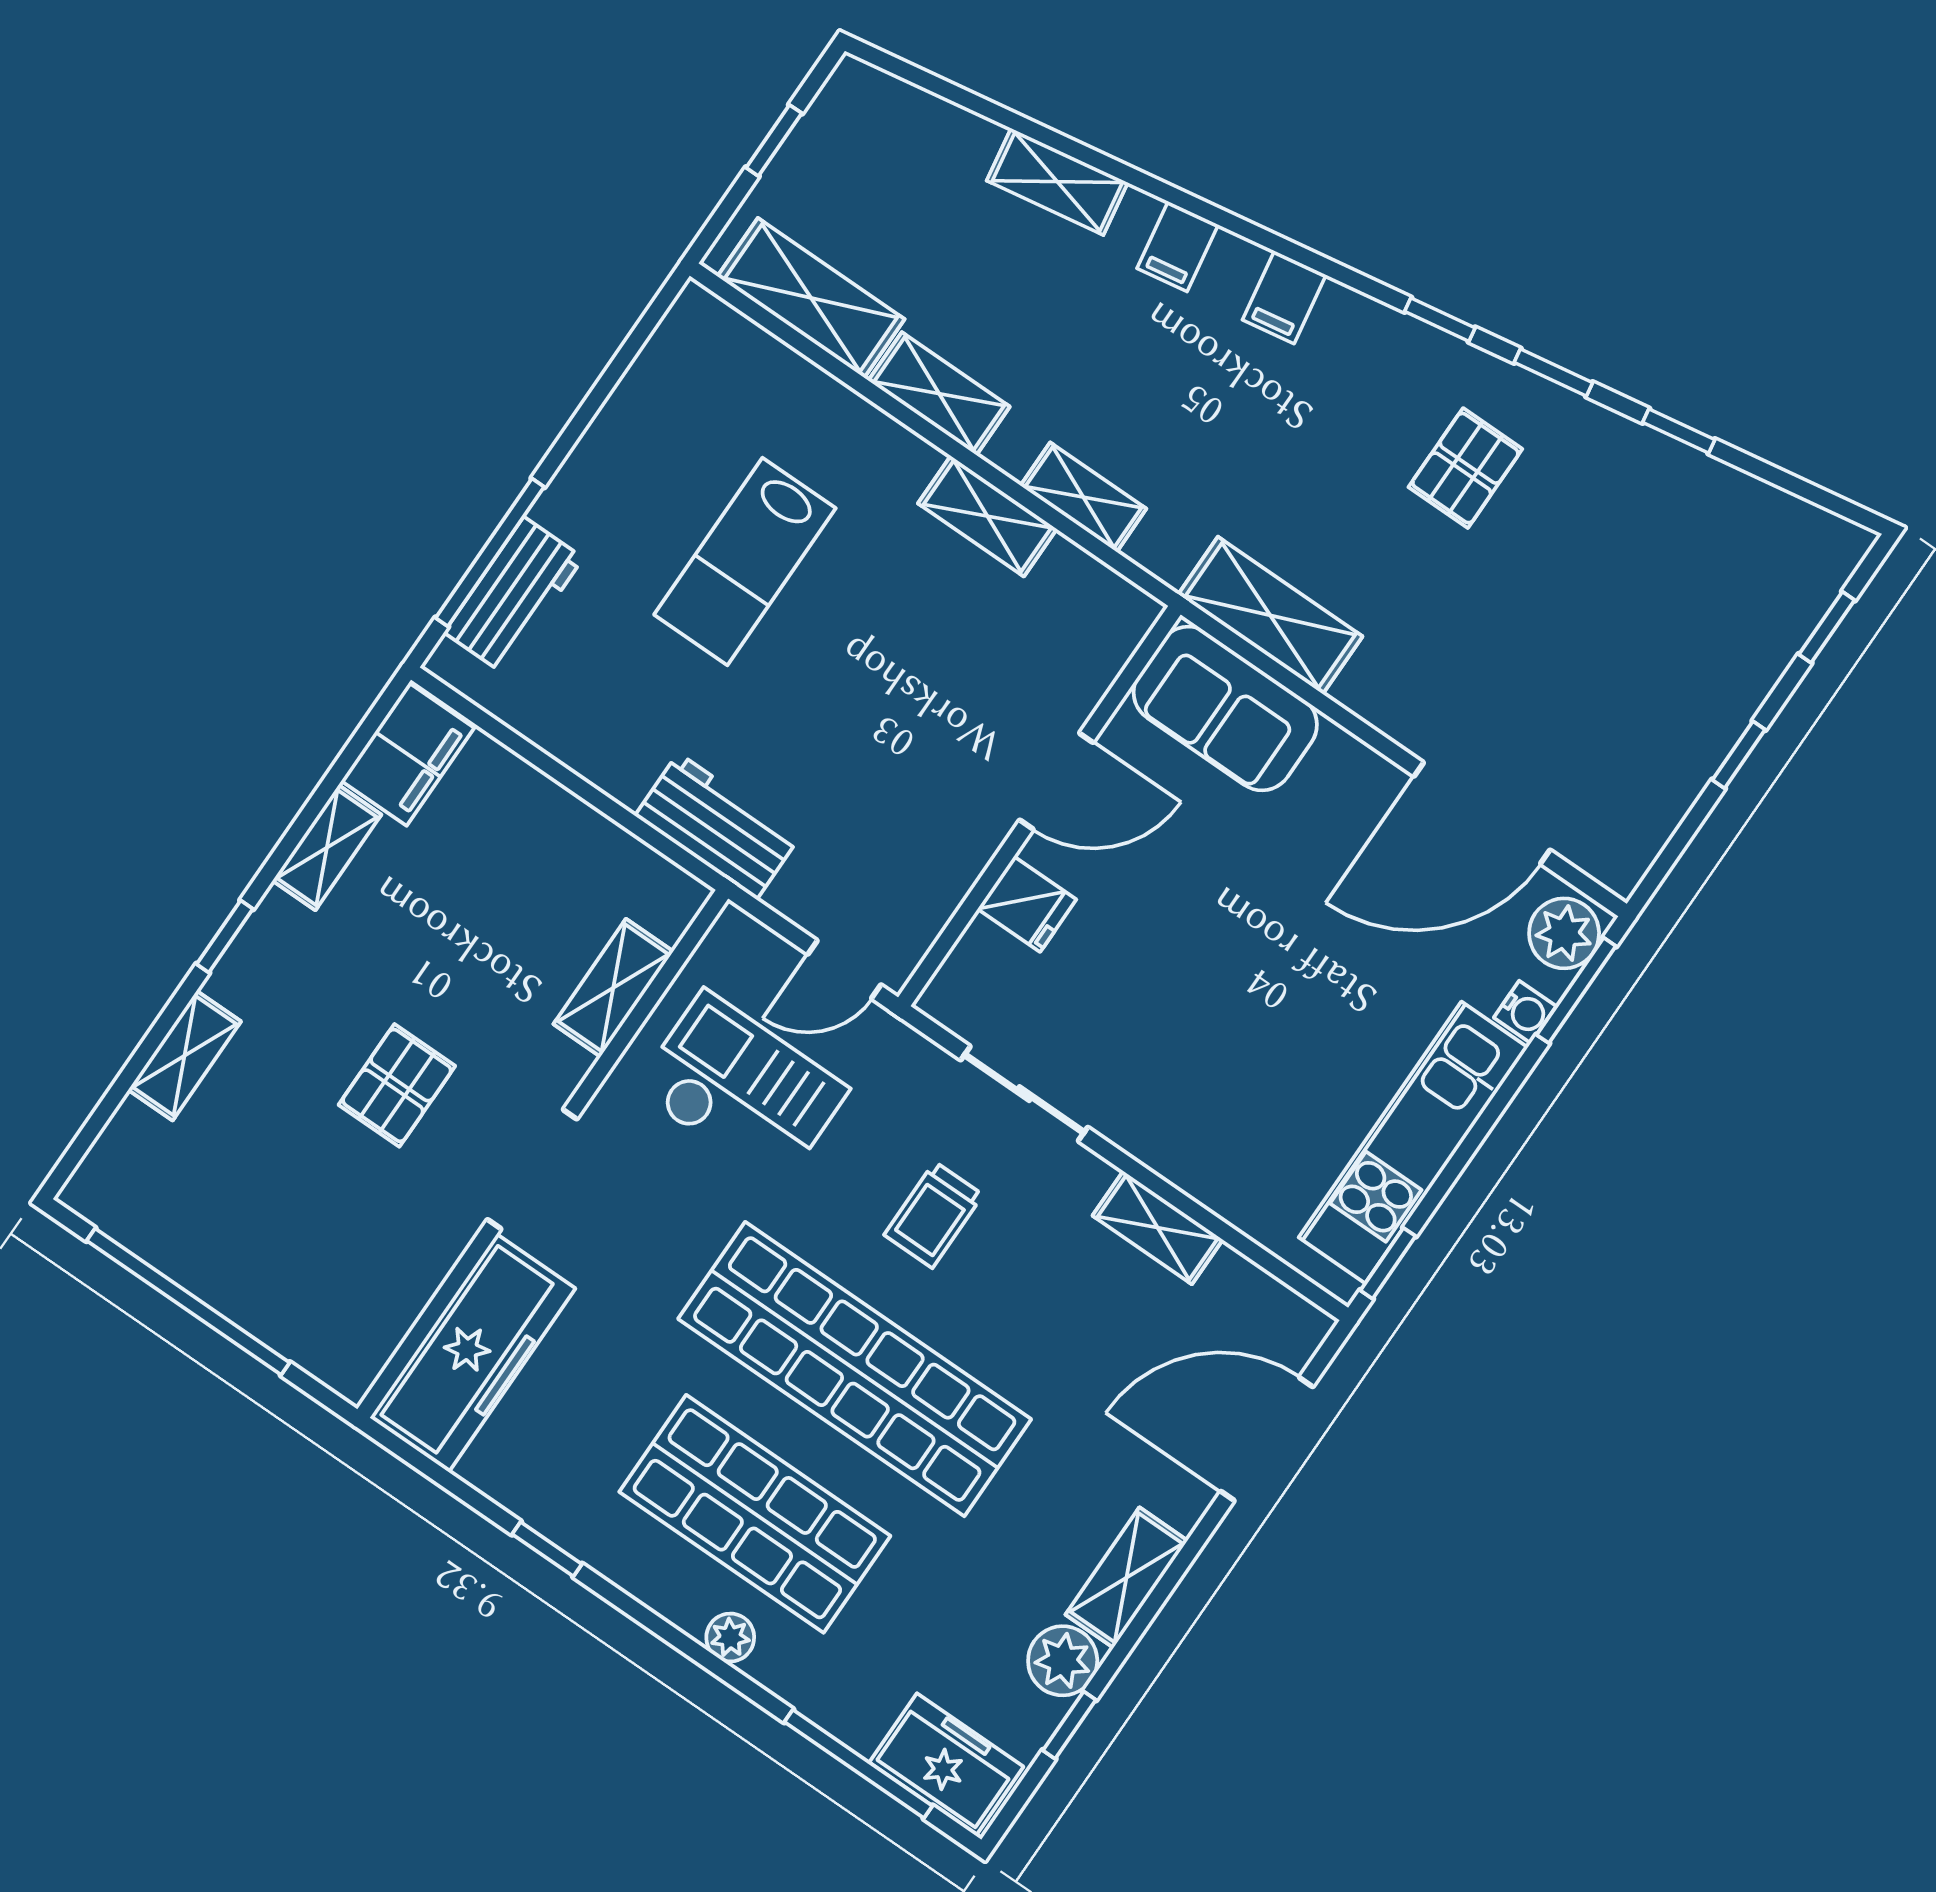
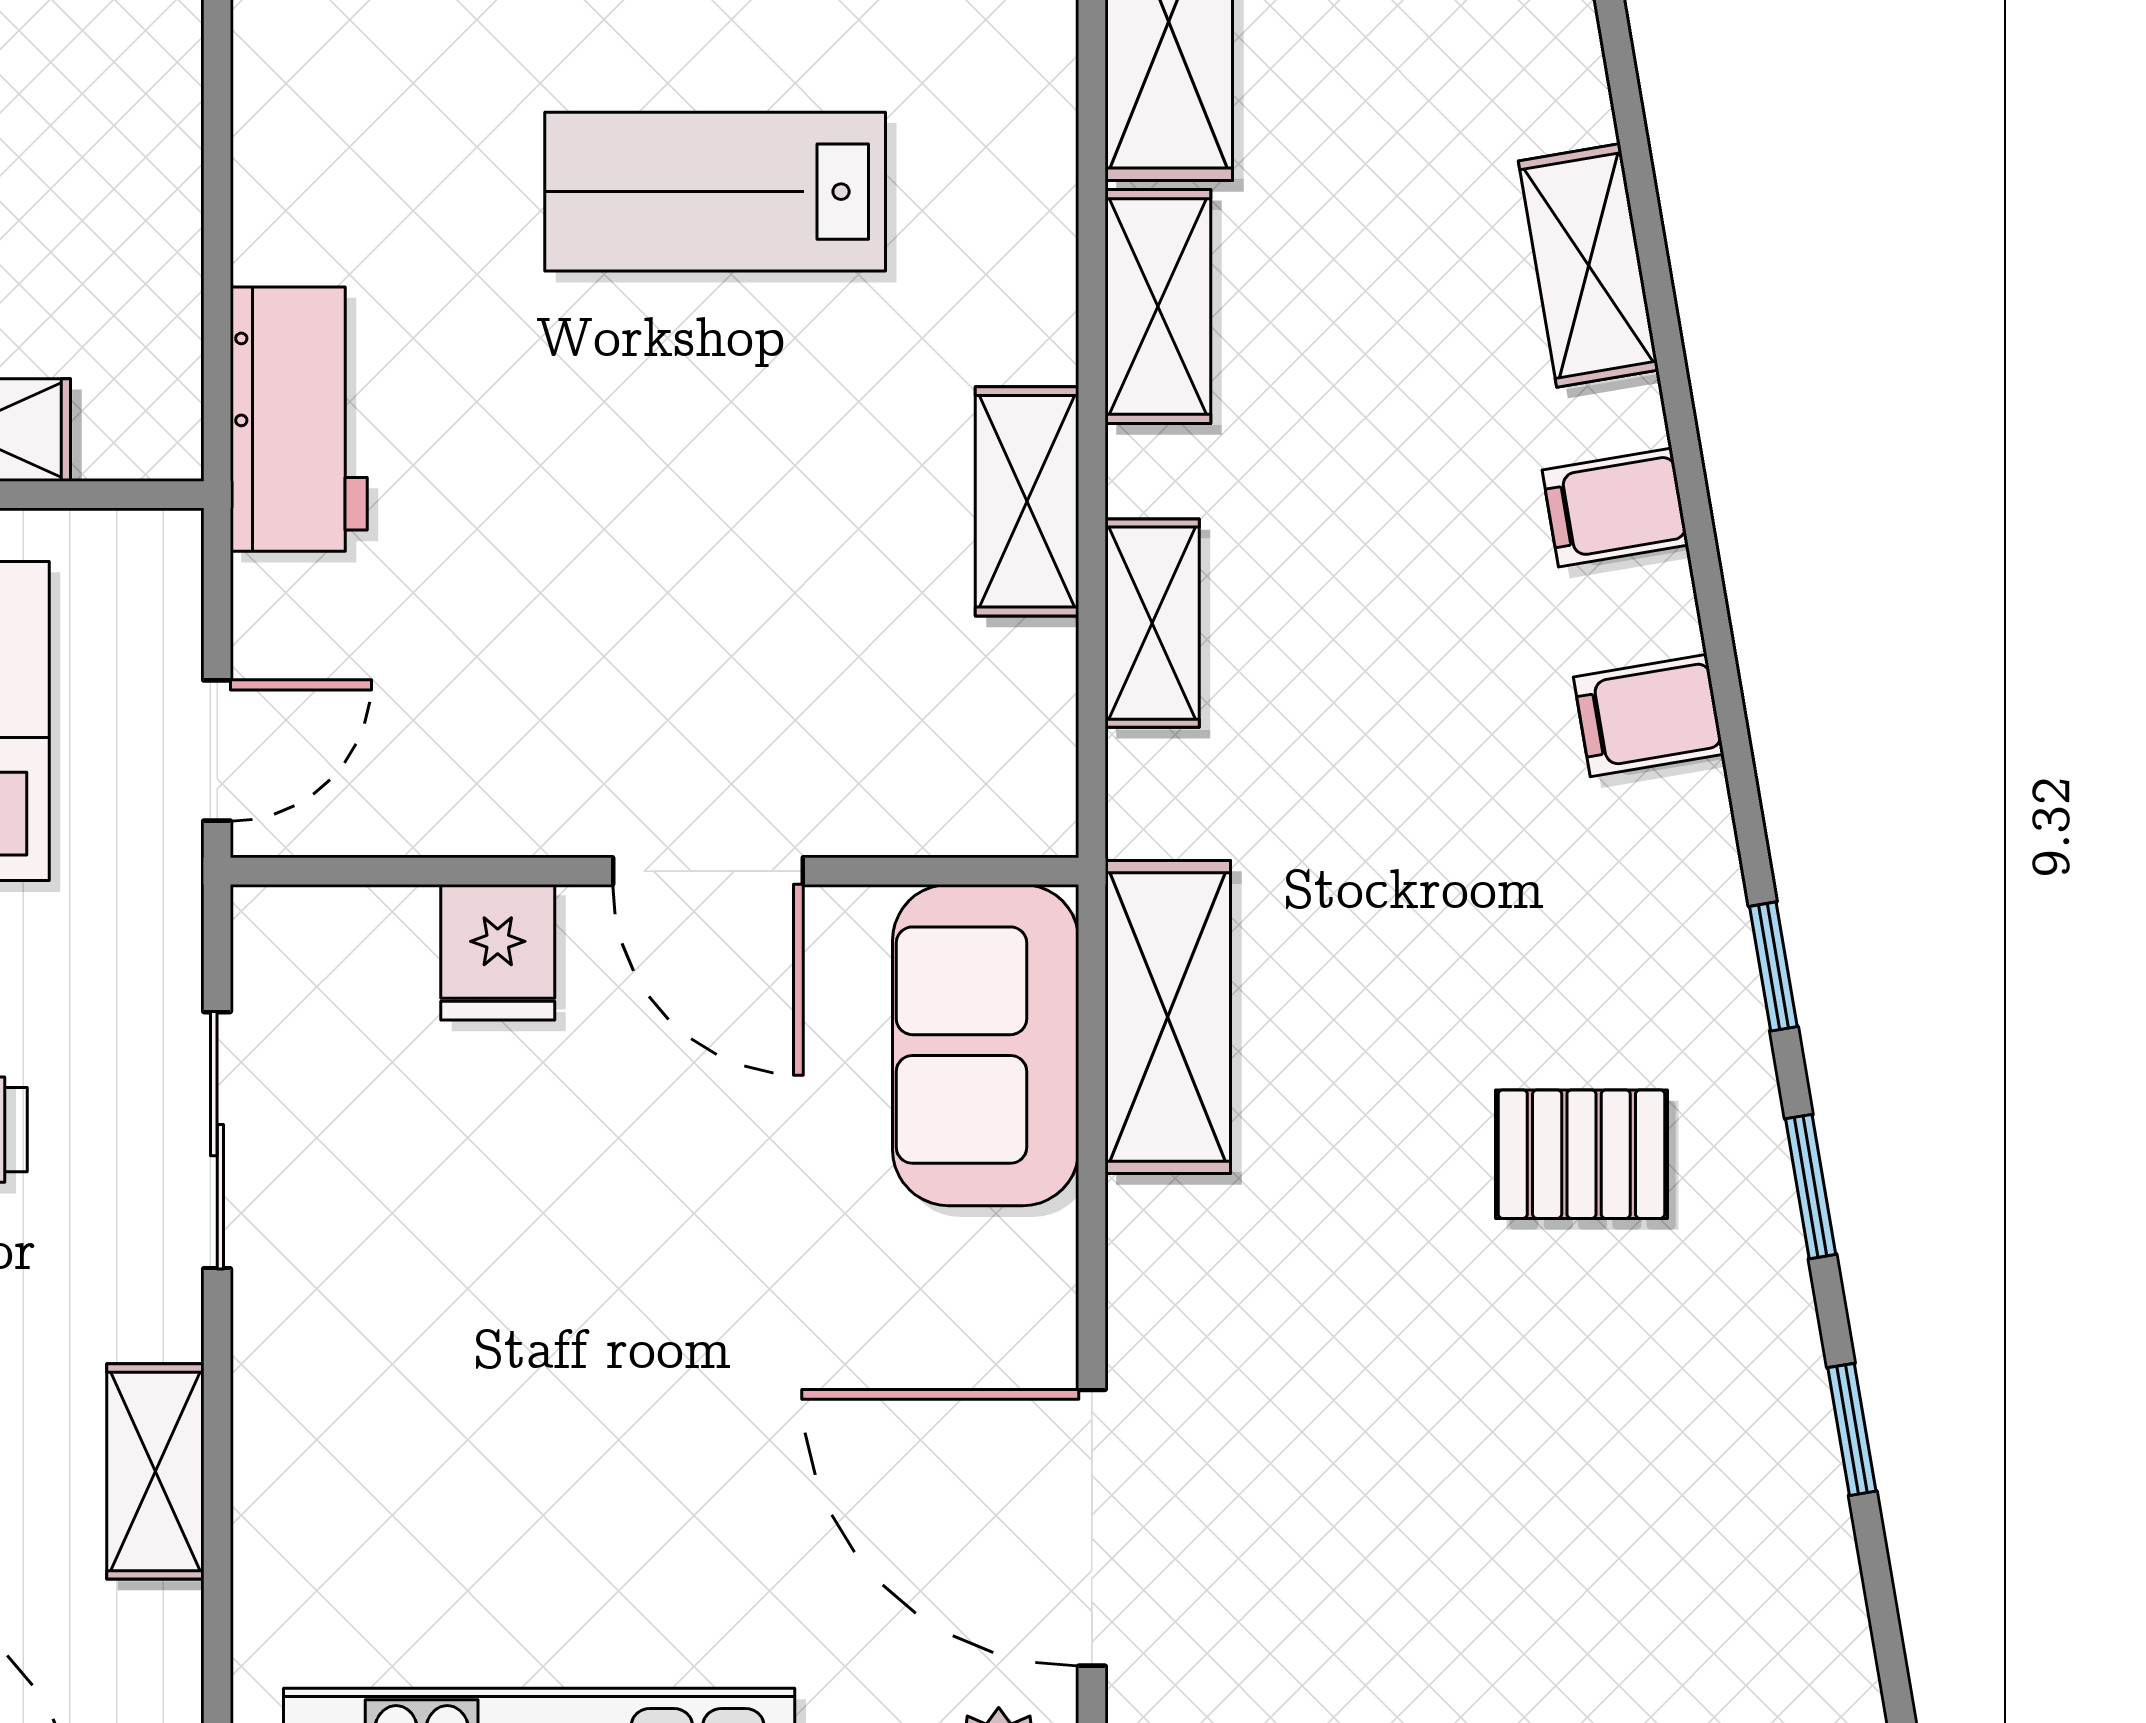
door: (844, 969) -> (217, 750), swing flipped

